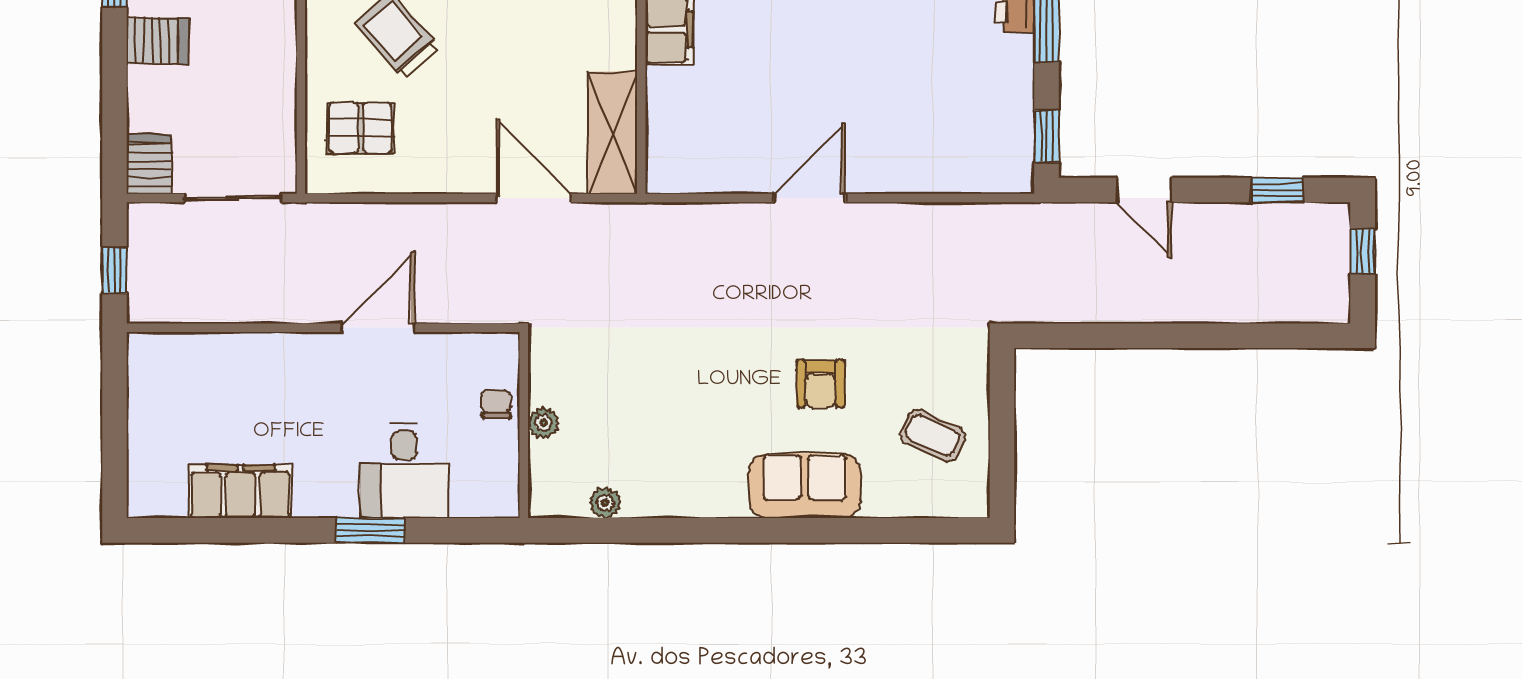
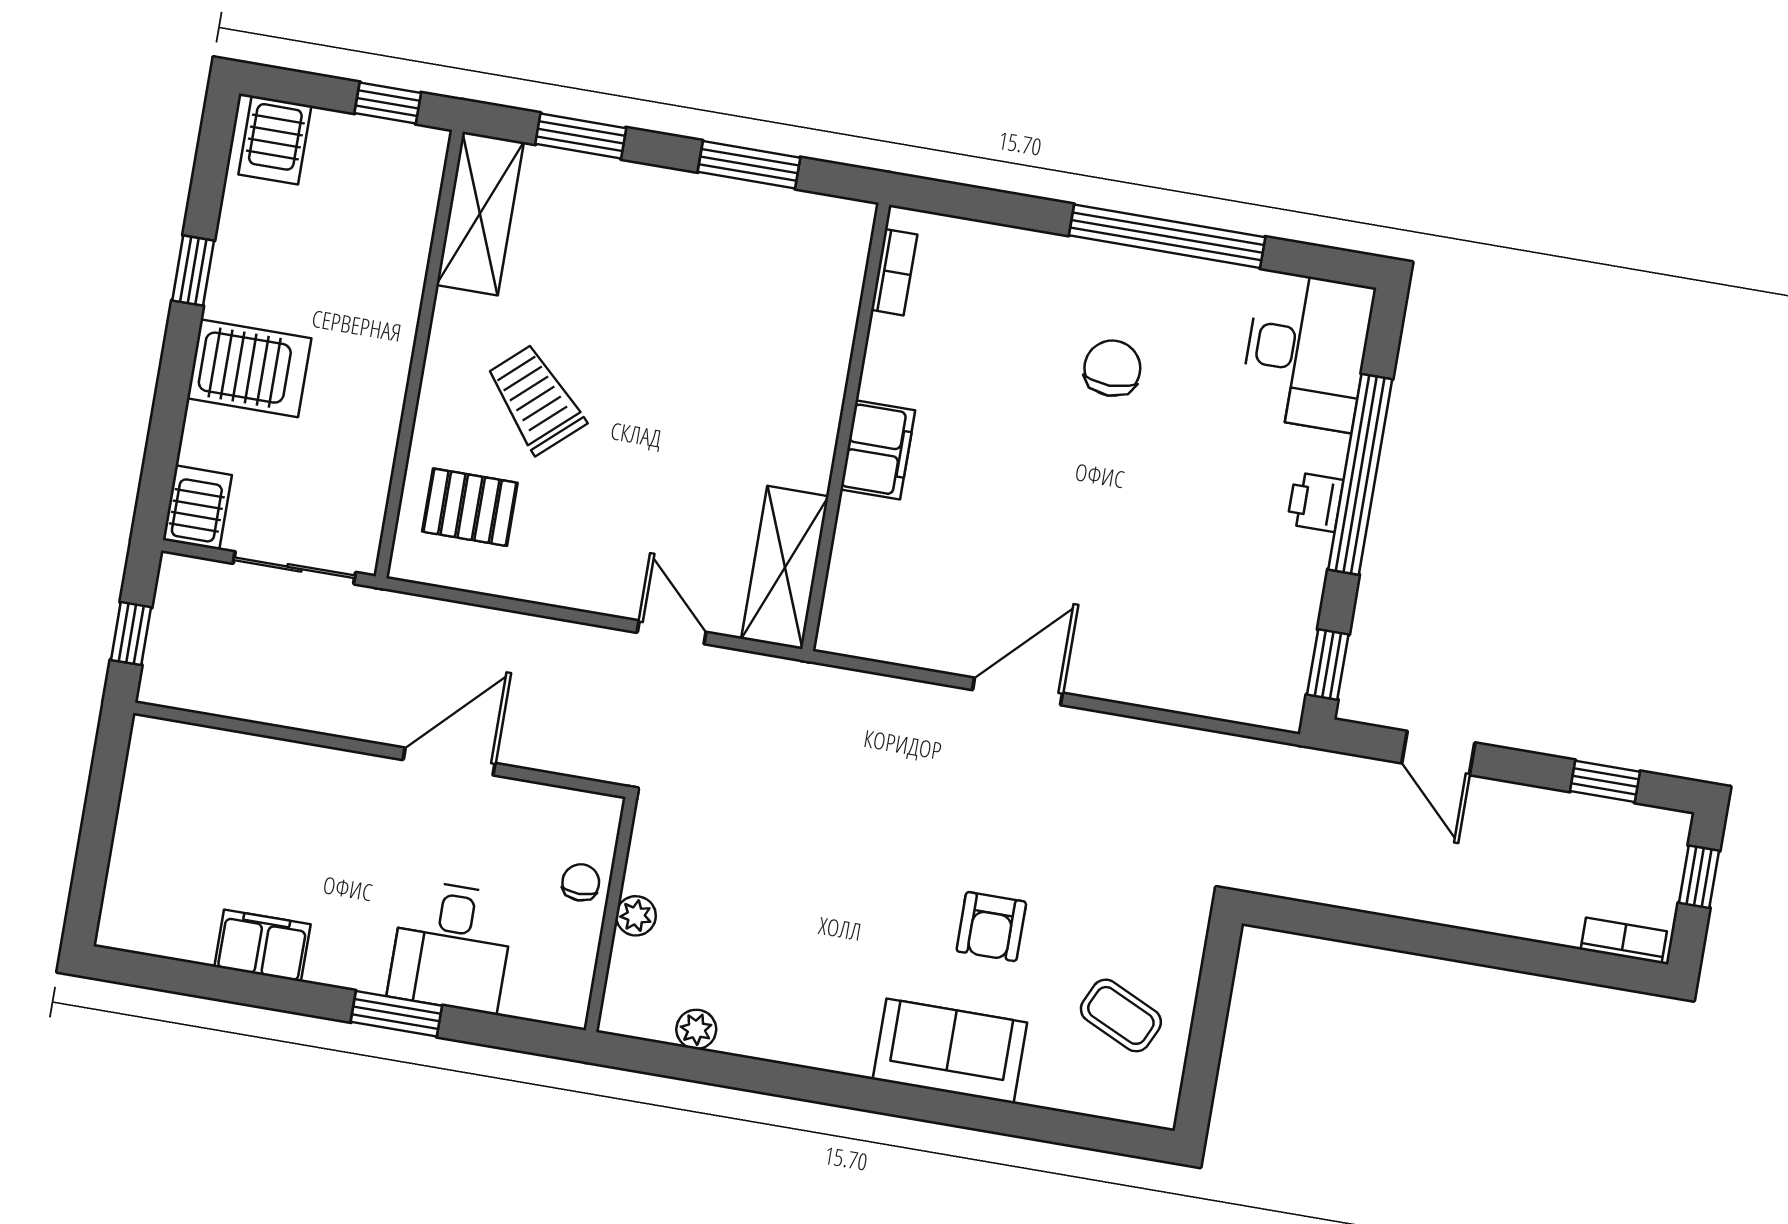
server rack: (157, 41) -> (249, 368), width x1.36, depth x1.44
door: (533, 198) -> (672, 632), width x0.73
bookcase: (1313, 311) -> (1624, 940), added
filing cabinet: (240, 491) -> (262, 946), width x0.67, depth x0.86

